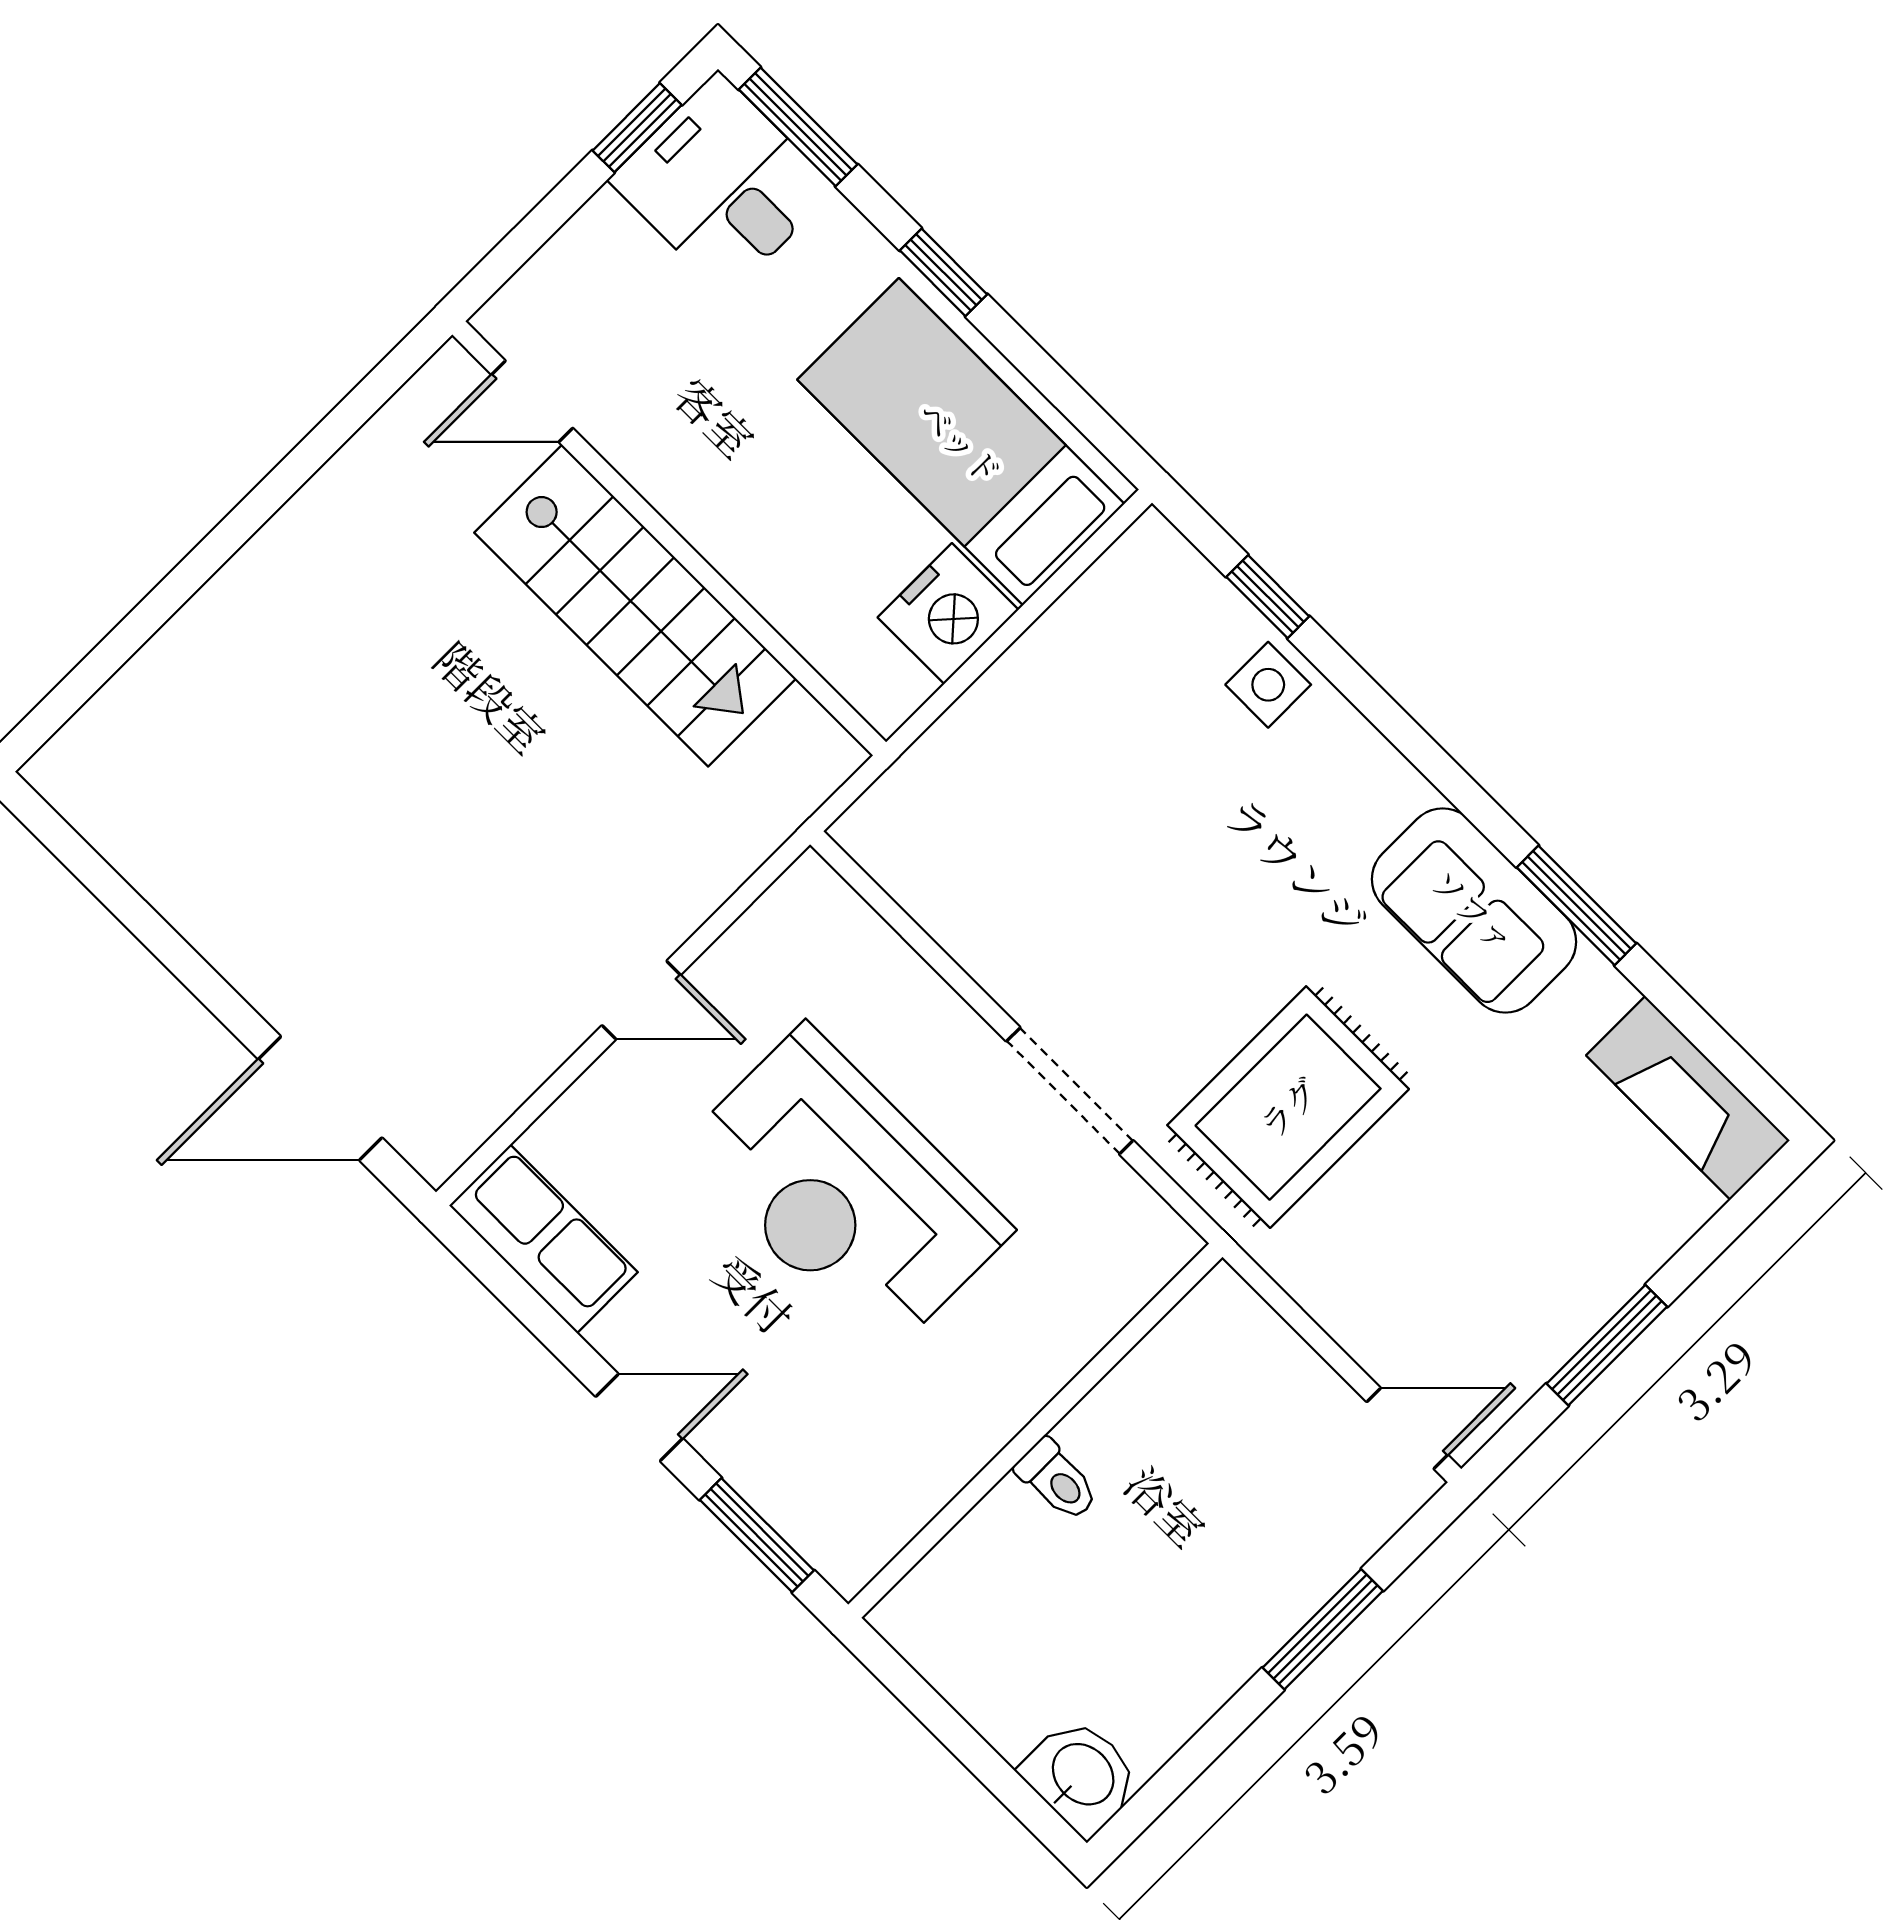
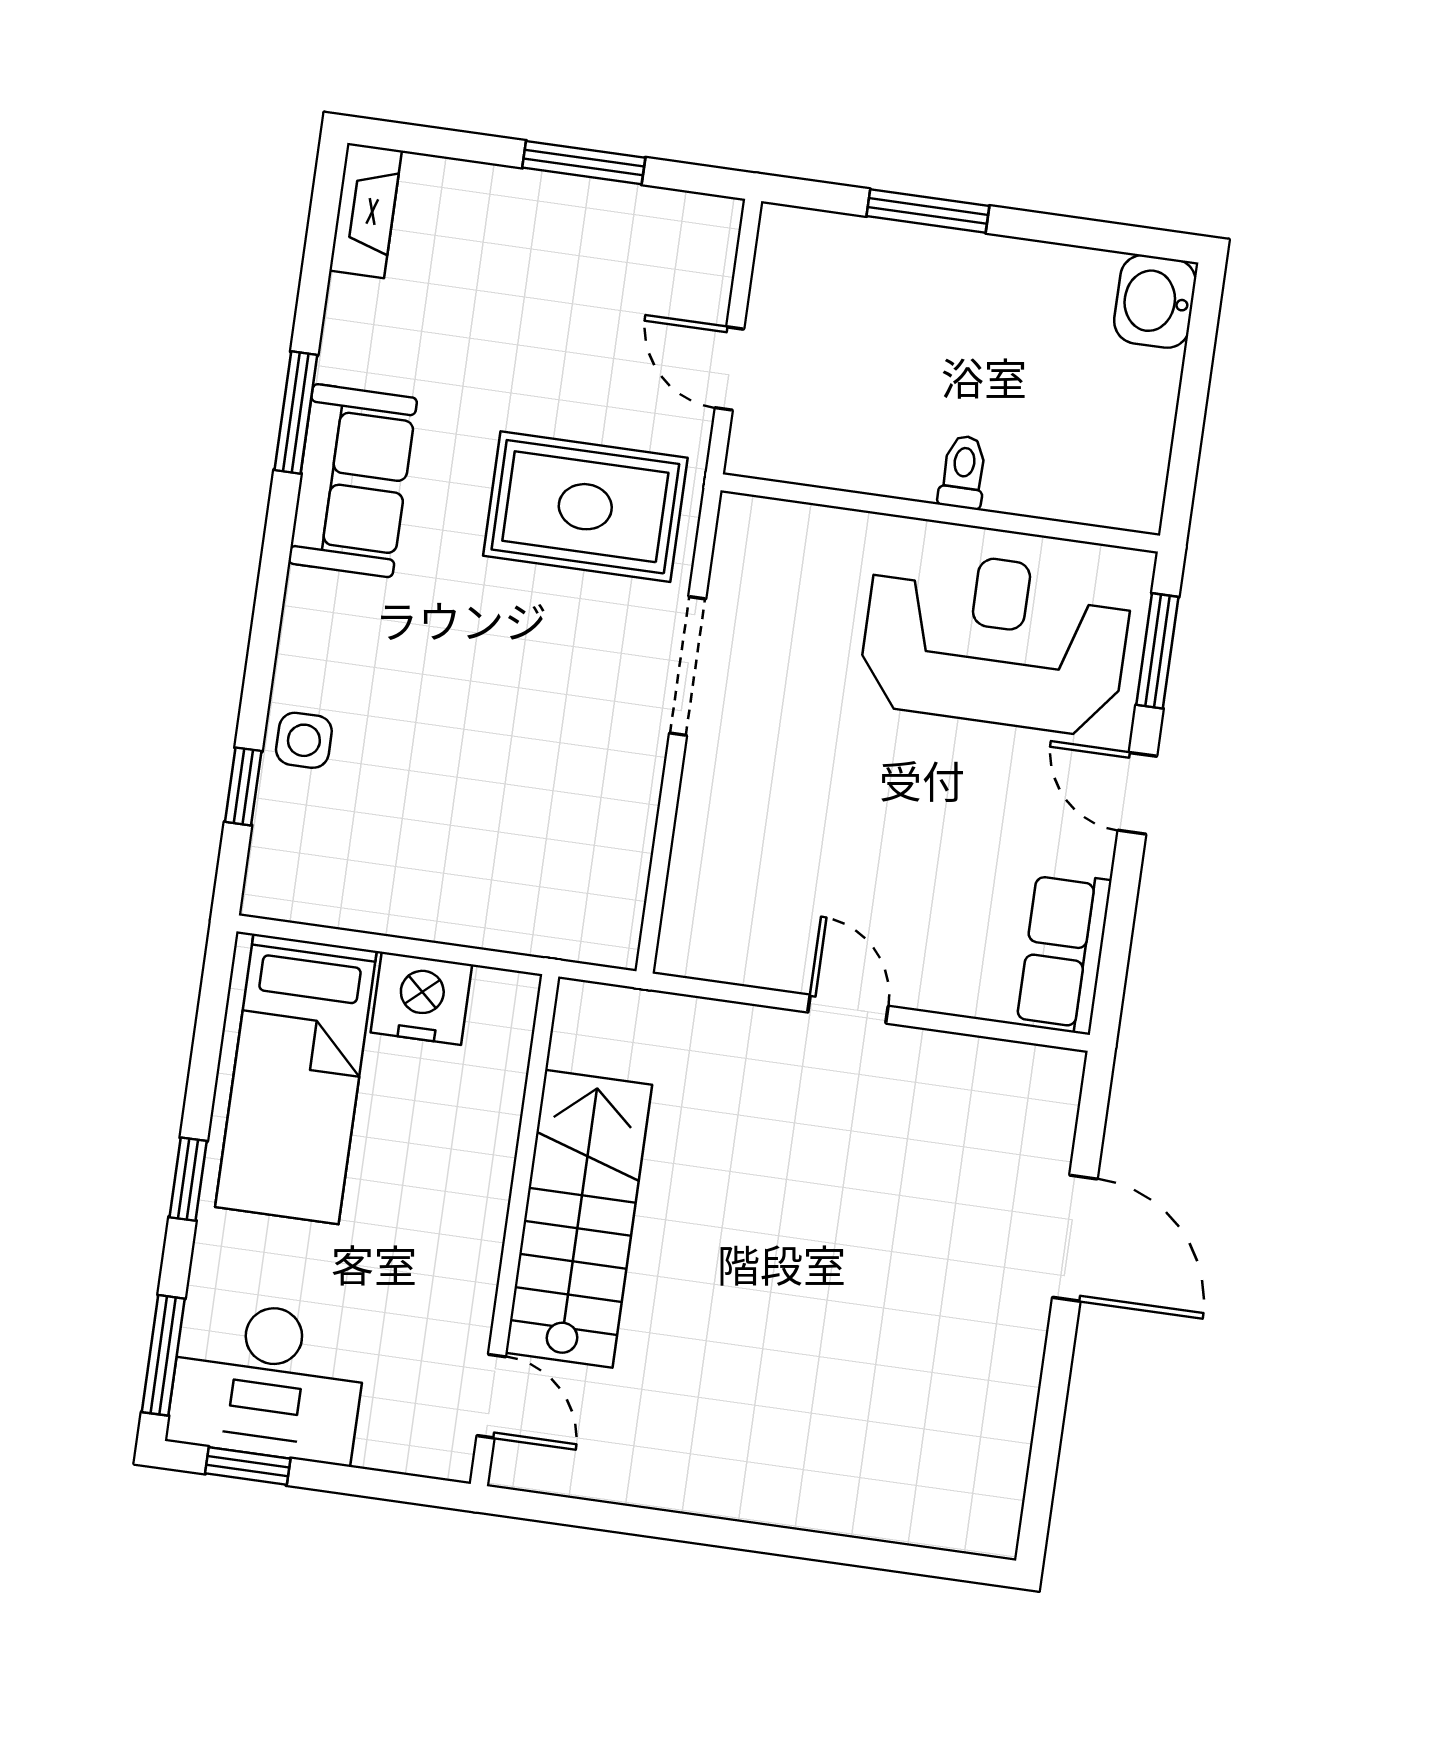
desk: (722, 184) -> (268, 1381), width x1.37
door: (320, 1098) -> (1075, 1238), moved
fireplace: (1688, 1098) -> (365, 211), width x0.73, depth x0.76
reception desk: (845, 1191) -> (995, 641), moved, turned -90
door: (1407, 1428) -> (729, 368), moved

